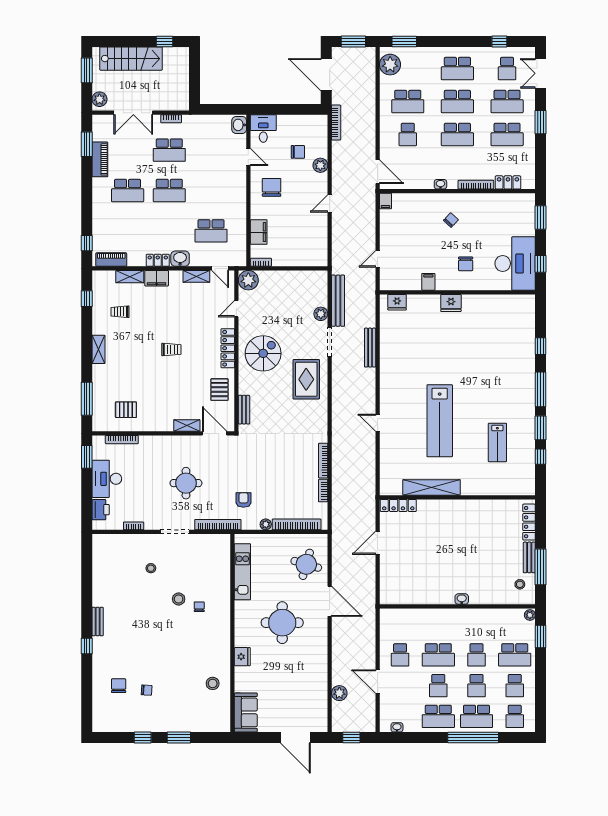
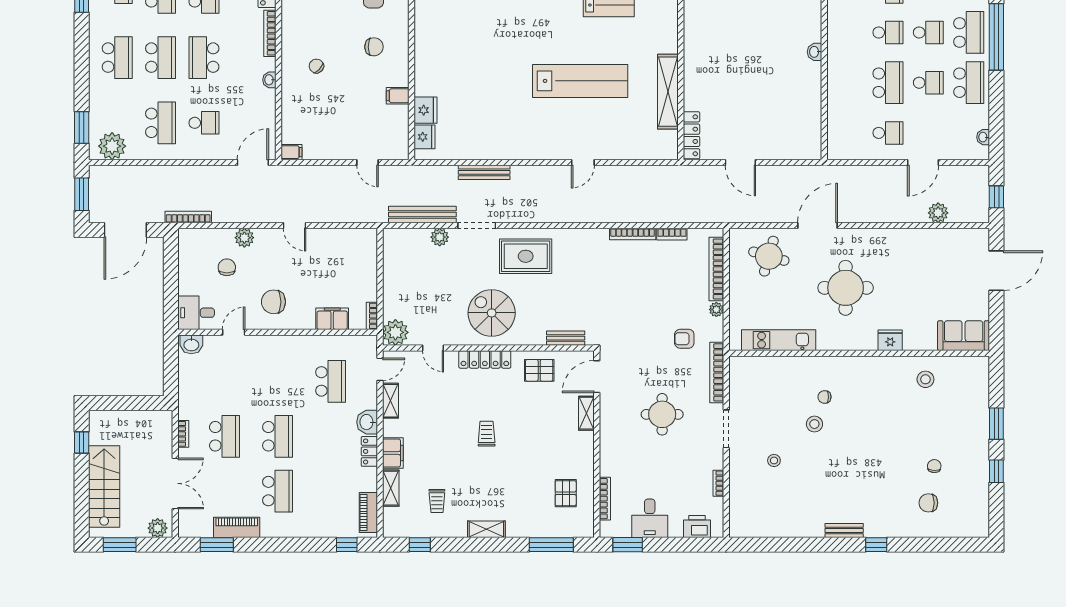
school desk: (457, 134) -> (204, 58), turned 180
fridge: (451, 303) -> (425, 110), moved
desk: (107, 479) -> (650, 518), width x0.73

